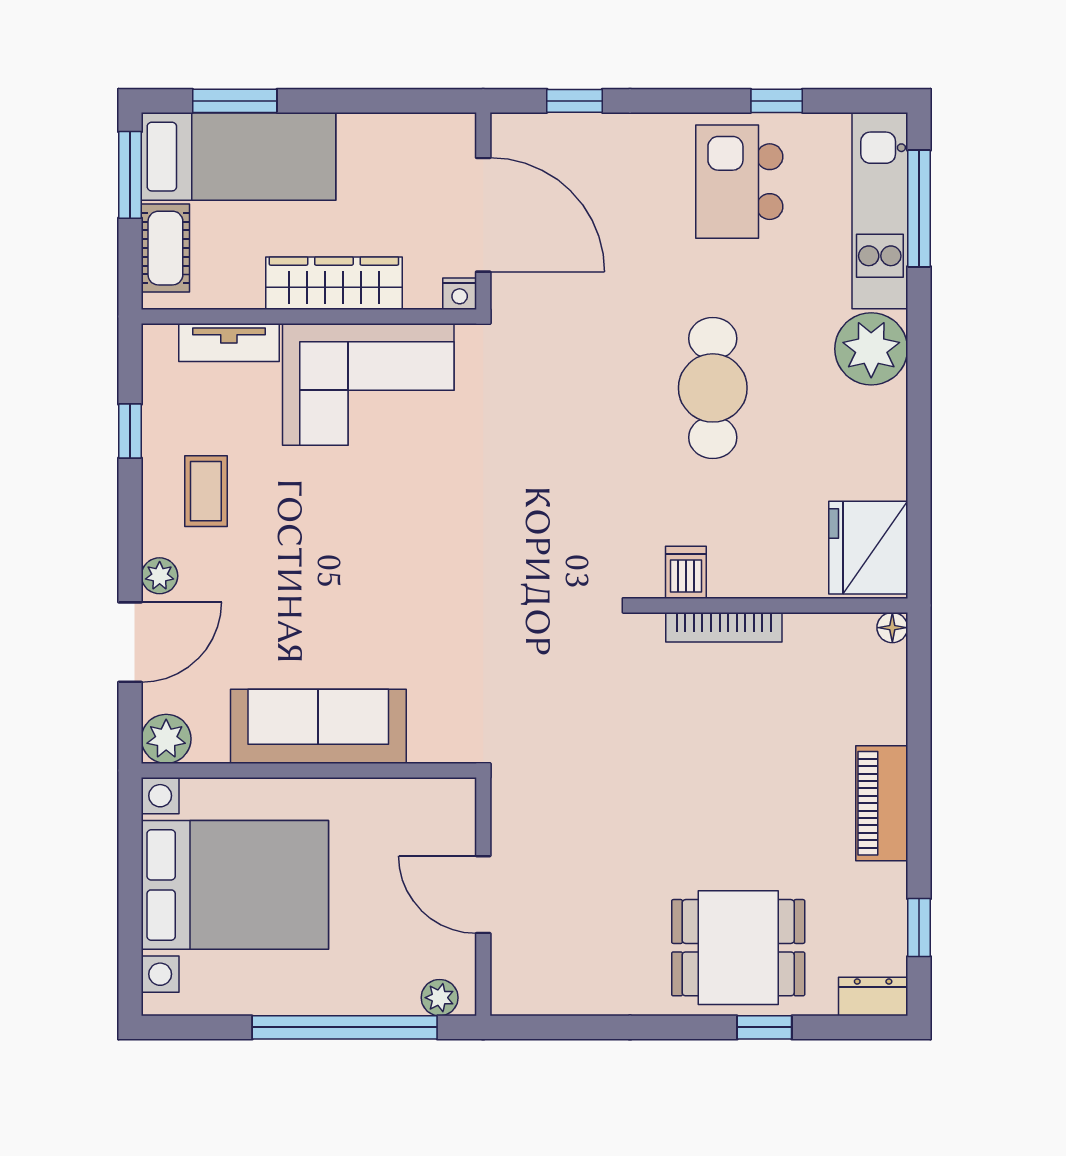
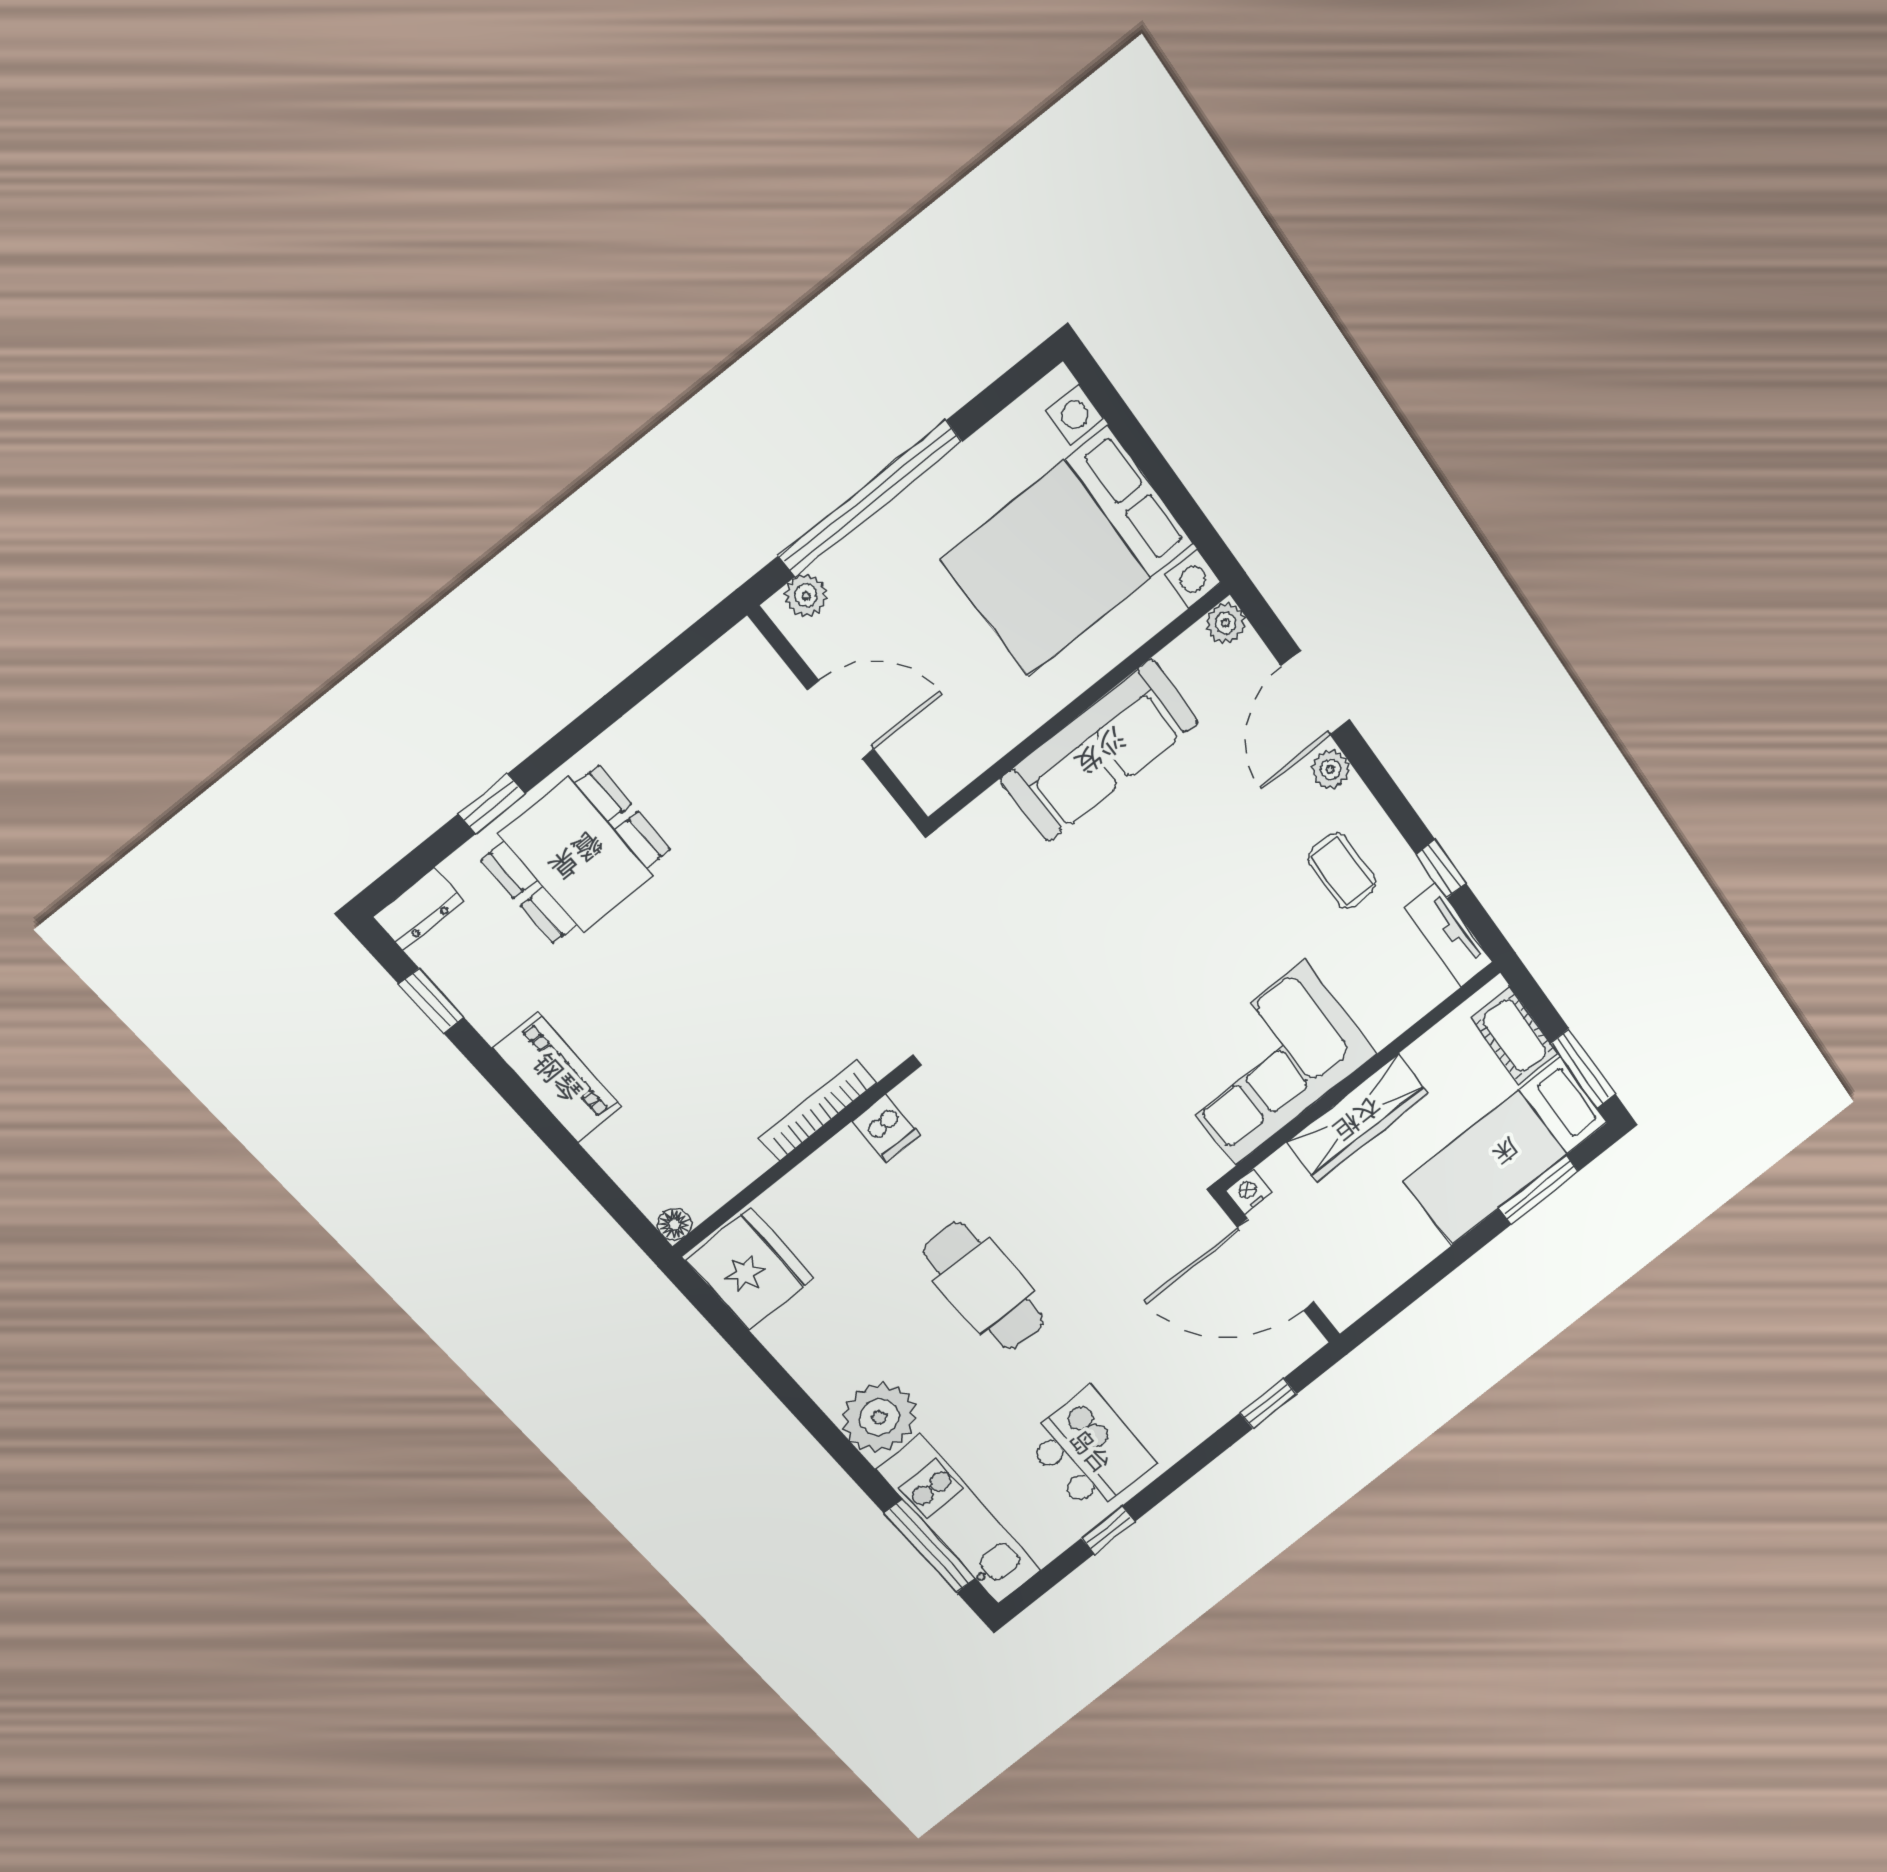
tv unit: (229, 342) -> (1448, 935), moved, turned -90
plant: (166, 739) -> (1225, 623), width x0.73, depth x0.73

